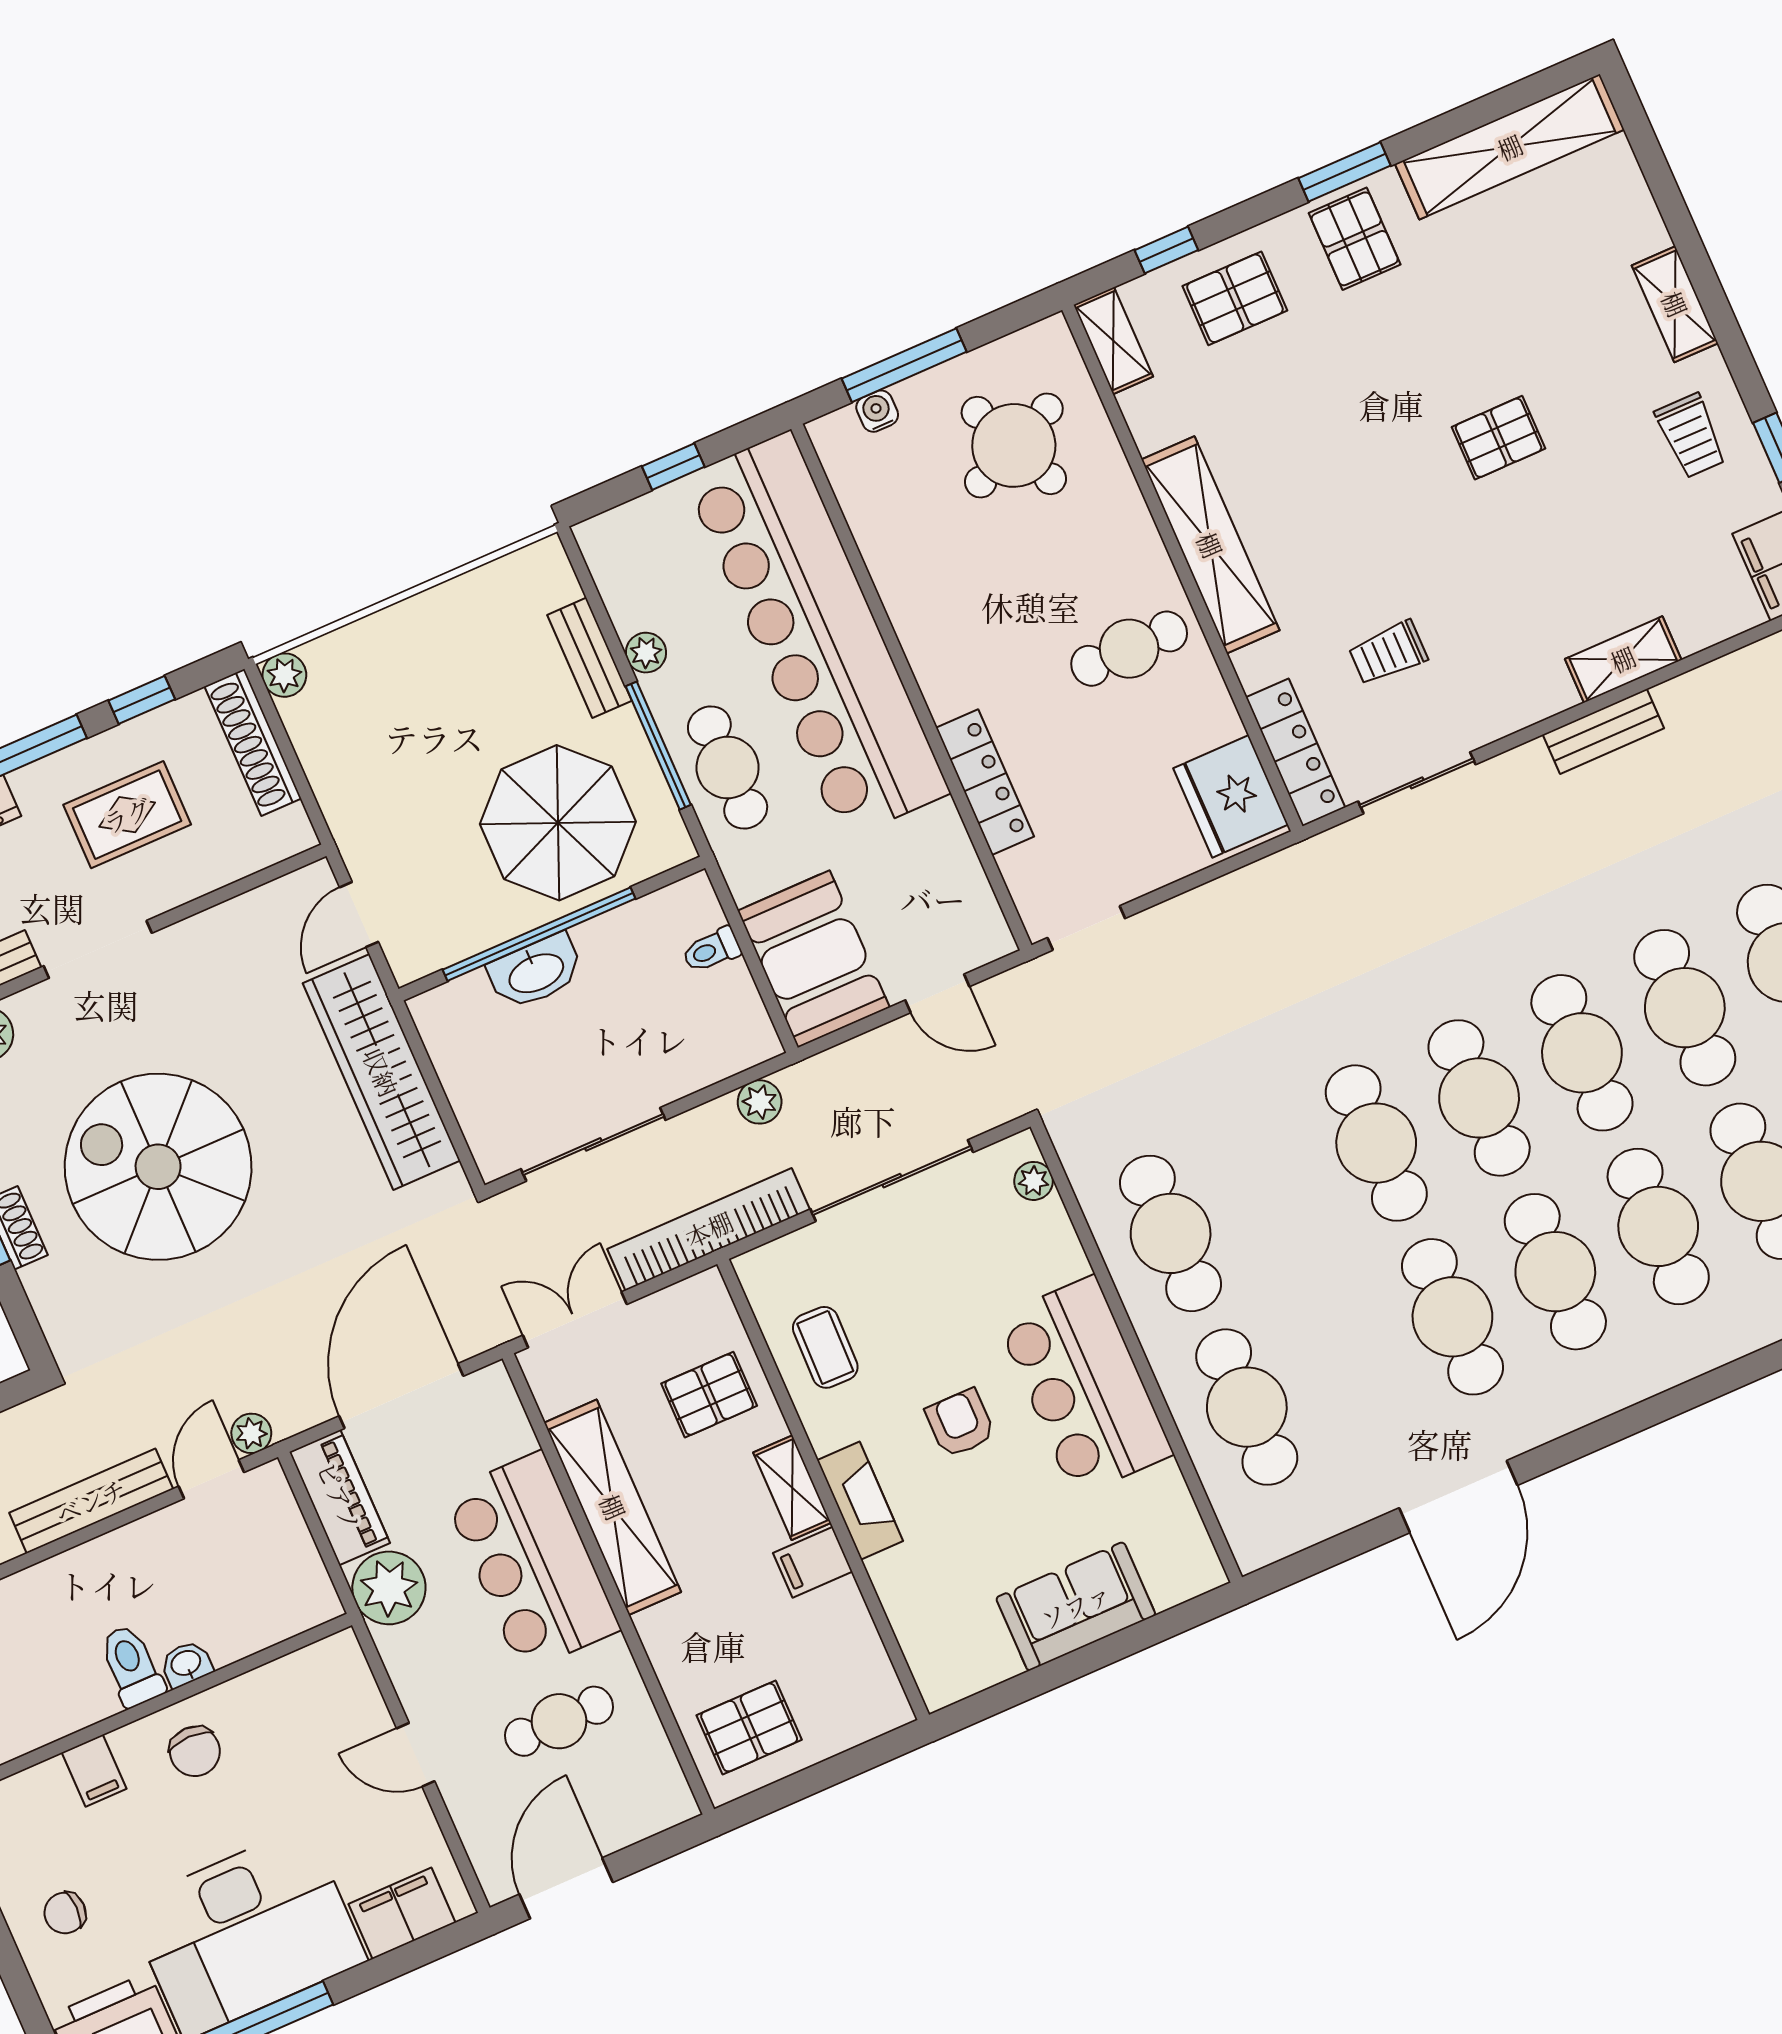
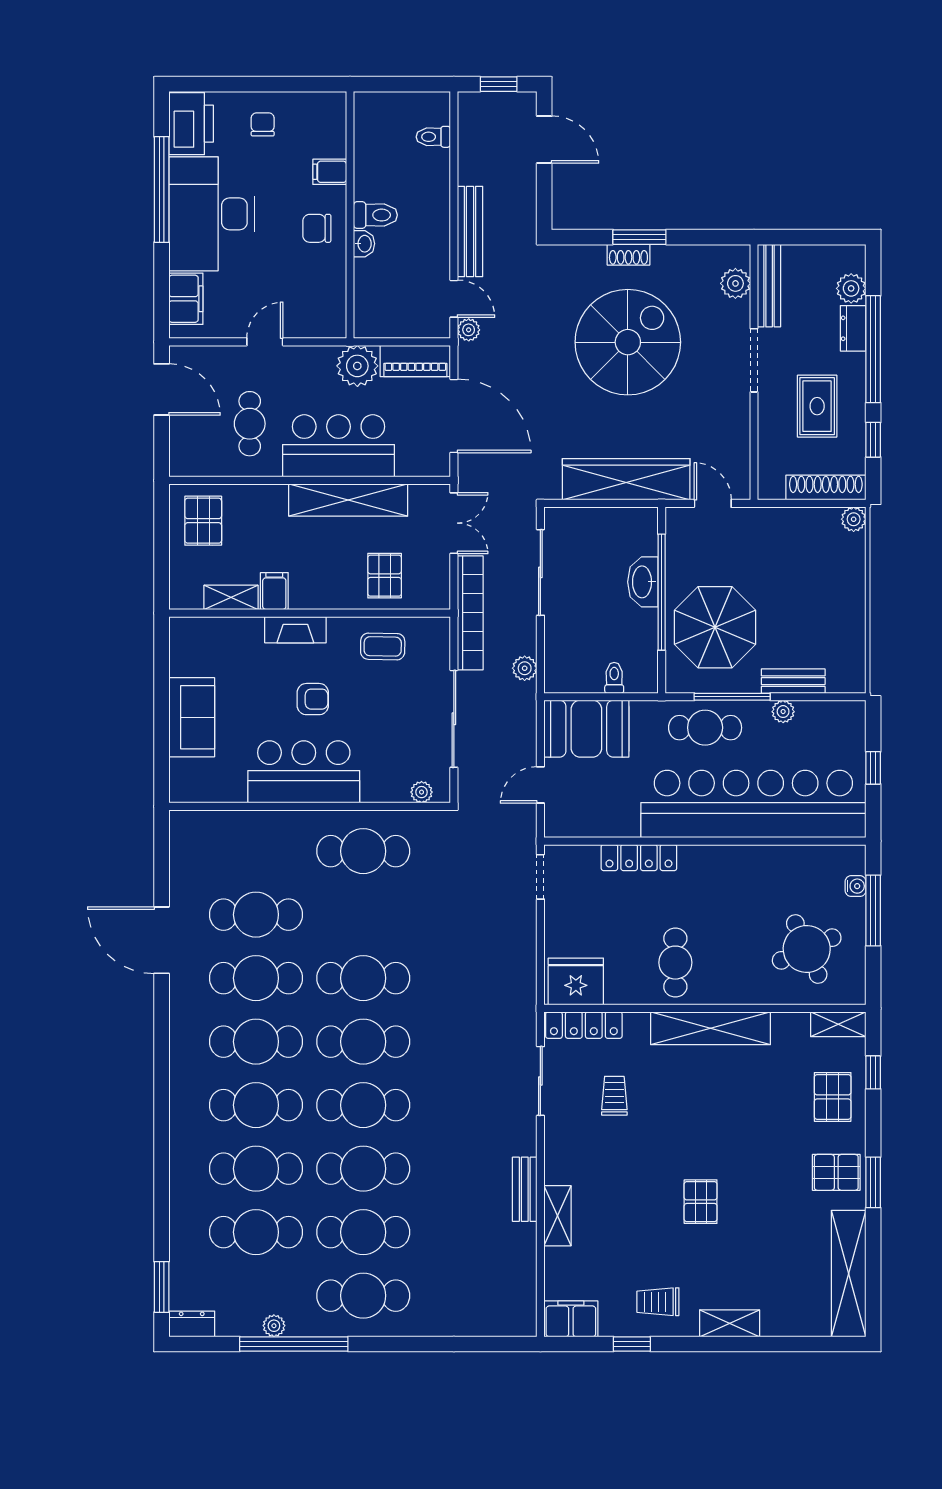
cafe table: (1247, 1407) -> (256, 915), moved
shelving: (792, 1488) -> (231, 597), moved

